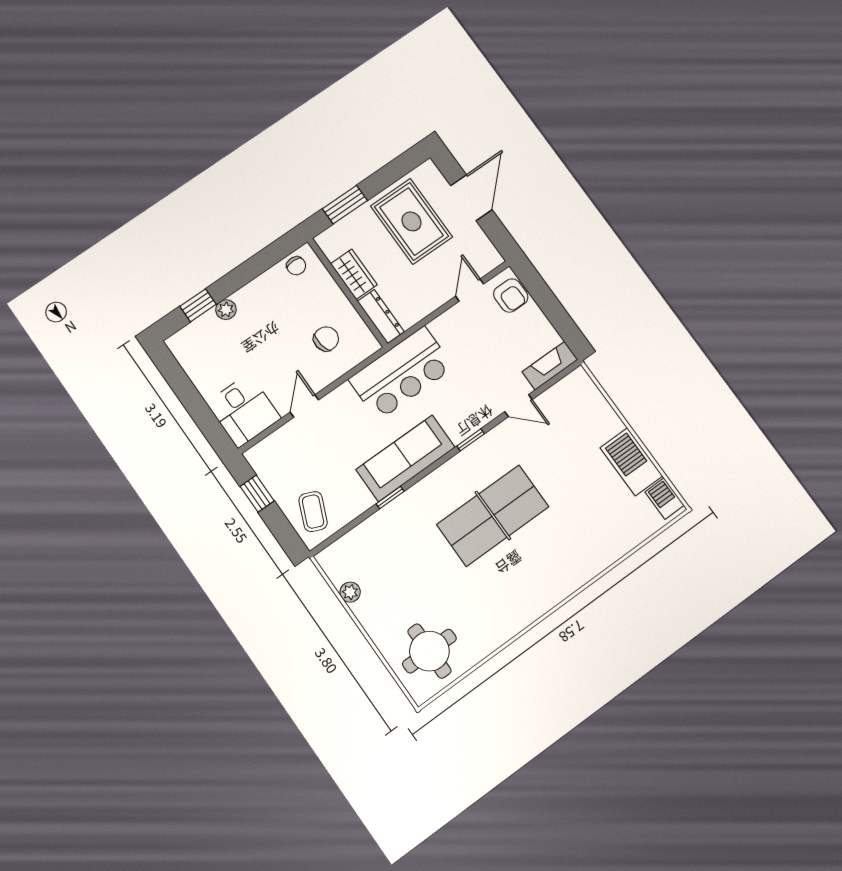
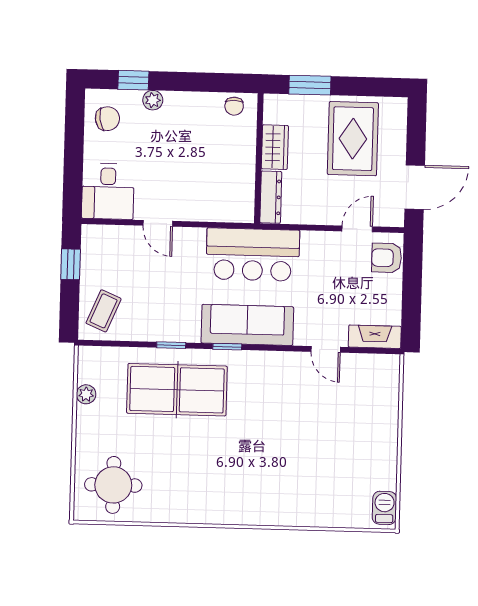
door: (471, 198) -> (415, 187), moved
armchair: (511, 296) -> (387, 258), turned 90
chair: (326, 339) -> (107, 119), moved
door: (304, 406) -> (158, 223), swing flipped
window: (471, 440) -> (227, 347), moved
sofa: (406, 458) -> (247, 325), moved
barbecue: (631, 462) -> (381, 460), removed
table tennis table: (493, 516) -> (177, 390), moved

